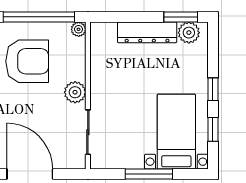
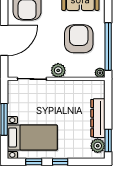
armchair: (27, 61) -> (79, 39), turned 180

